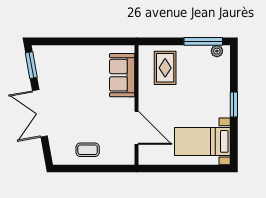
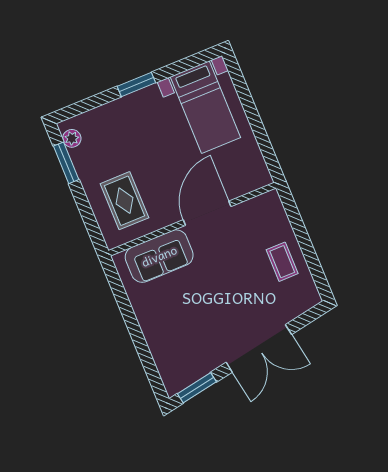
window: (203, 41) -> (66, 163), width x0.69
rug: (165, 68) -> (124, 201), turned 90
door: (136, 128) -> (207, 213), moved

